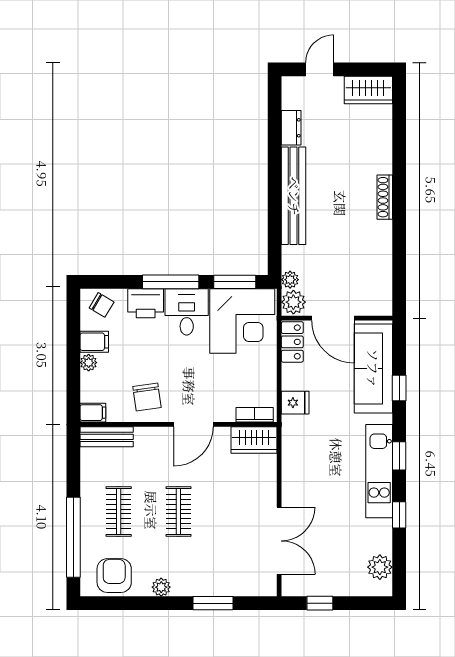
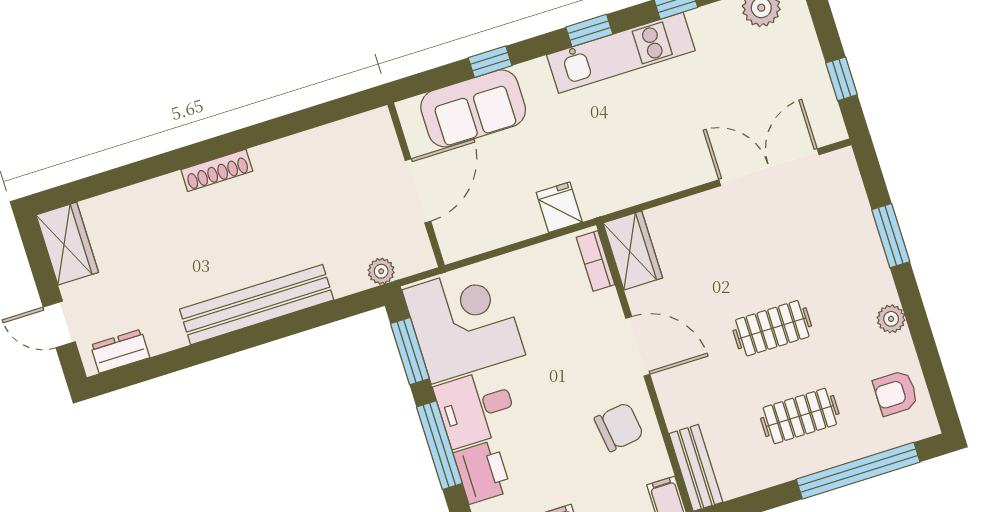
dresser: (291, 128) -> (120, 351), moved
plant: (293, 302) -> (413, 256), removed
locker: (292, 342) -> (471, 239), removed
sofa: (373, 368) -> (473, 108), width x0.73
armchair: (114, 576) -> (896, 393), width x0.72, depth x0.72

